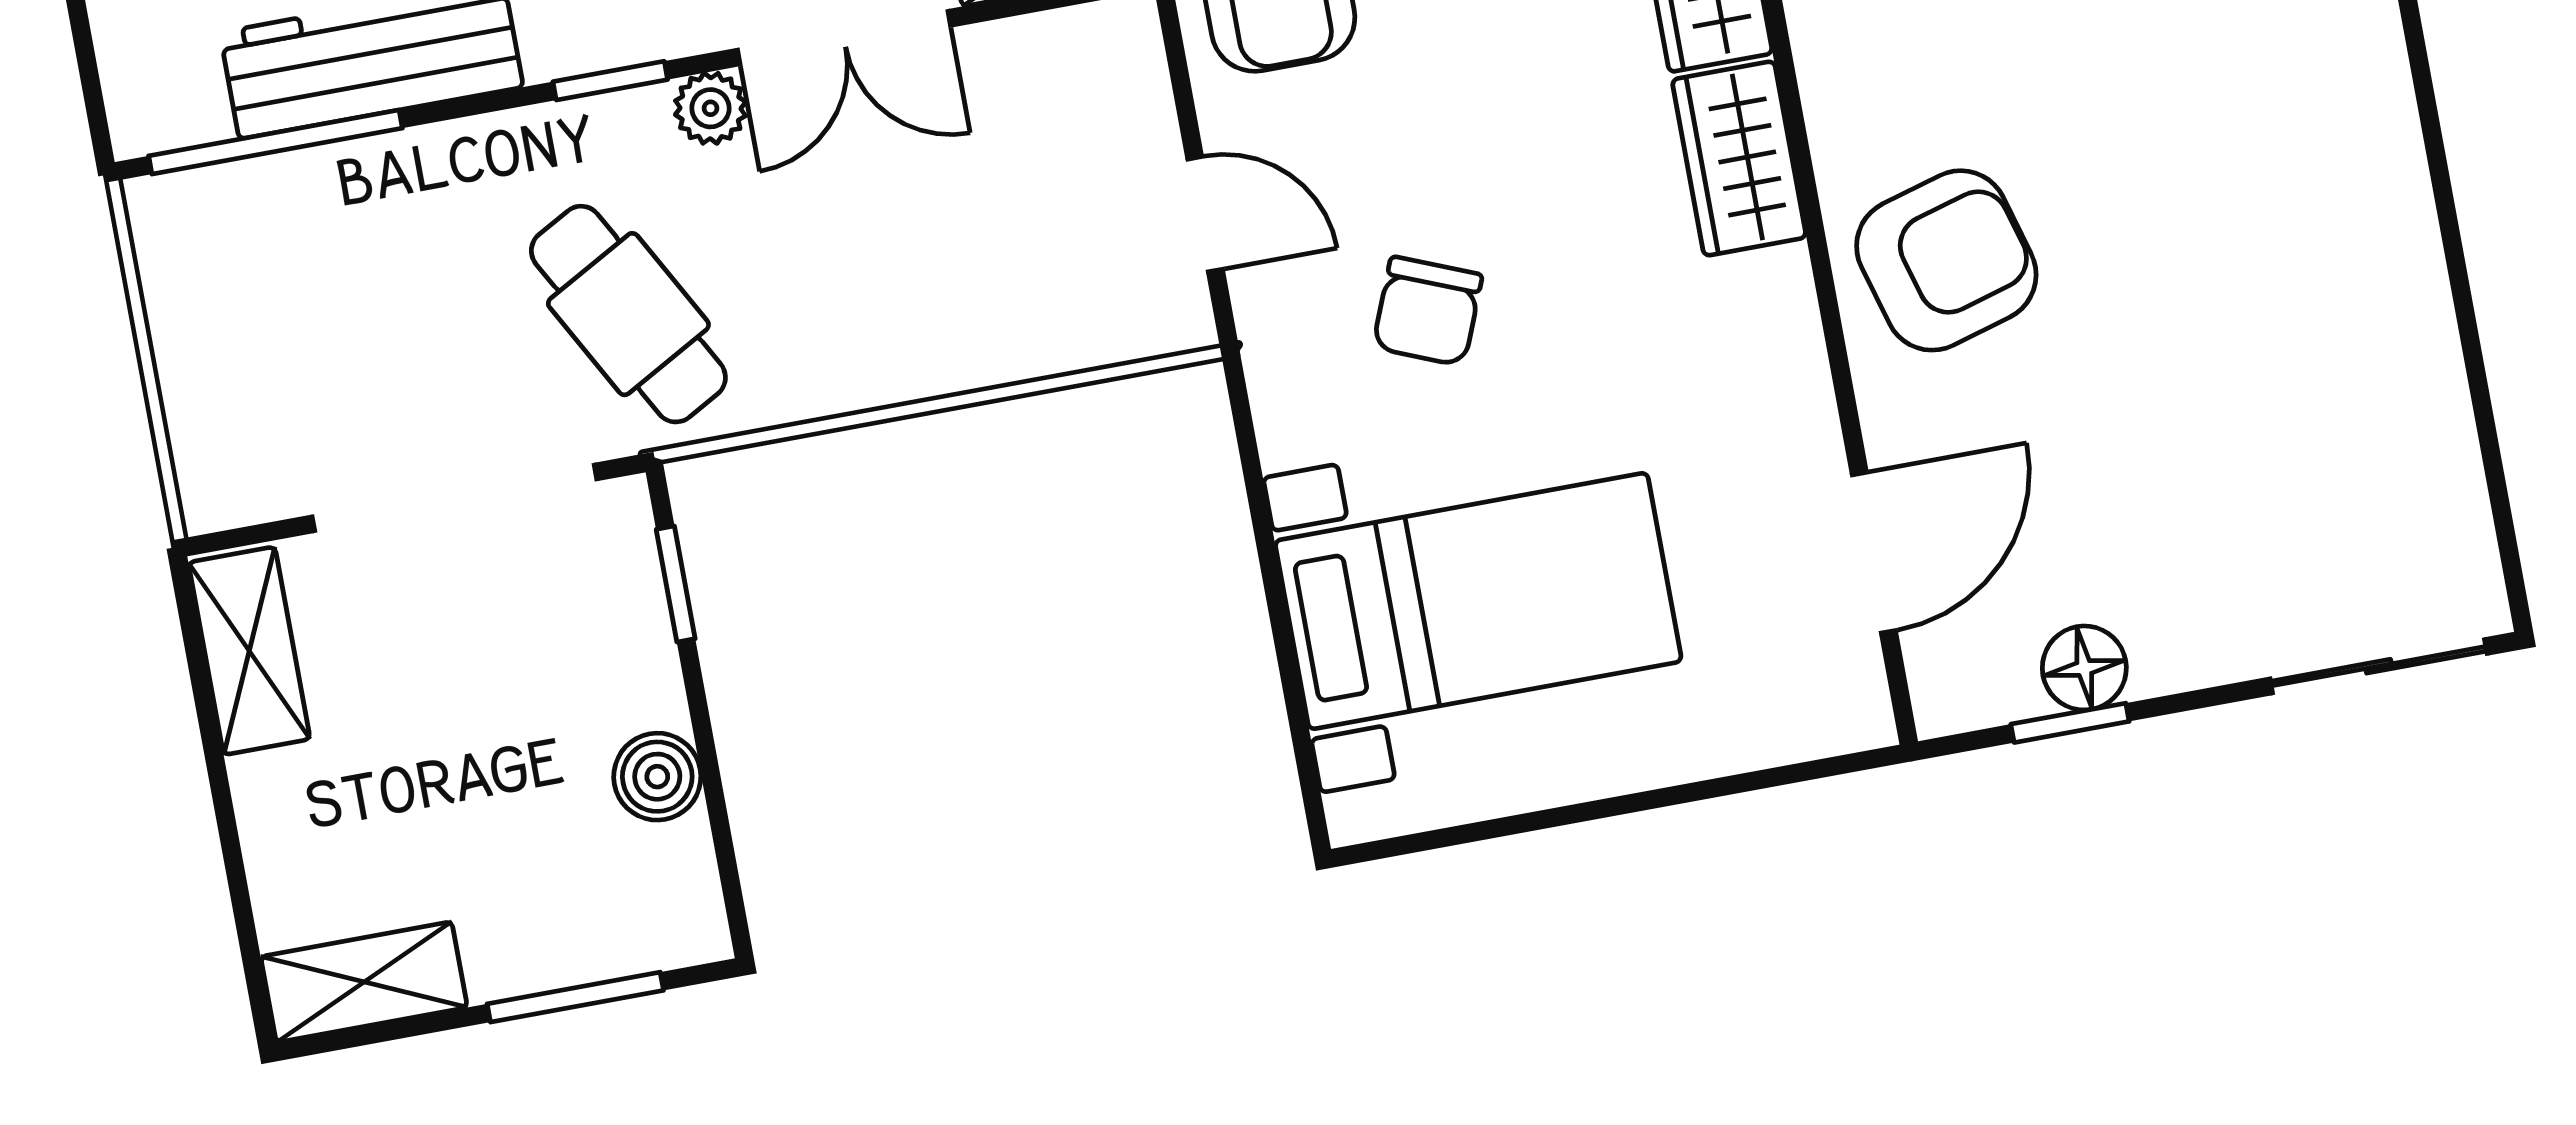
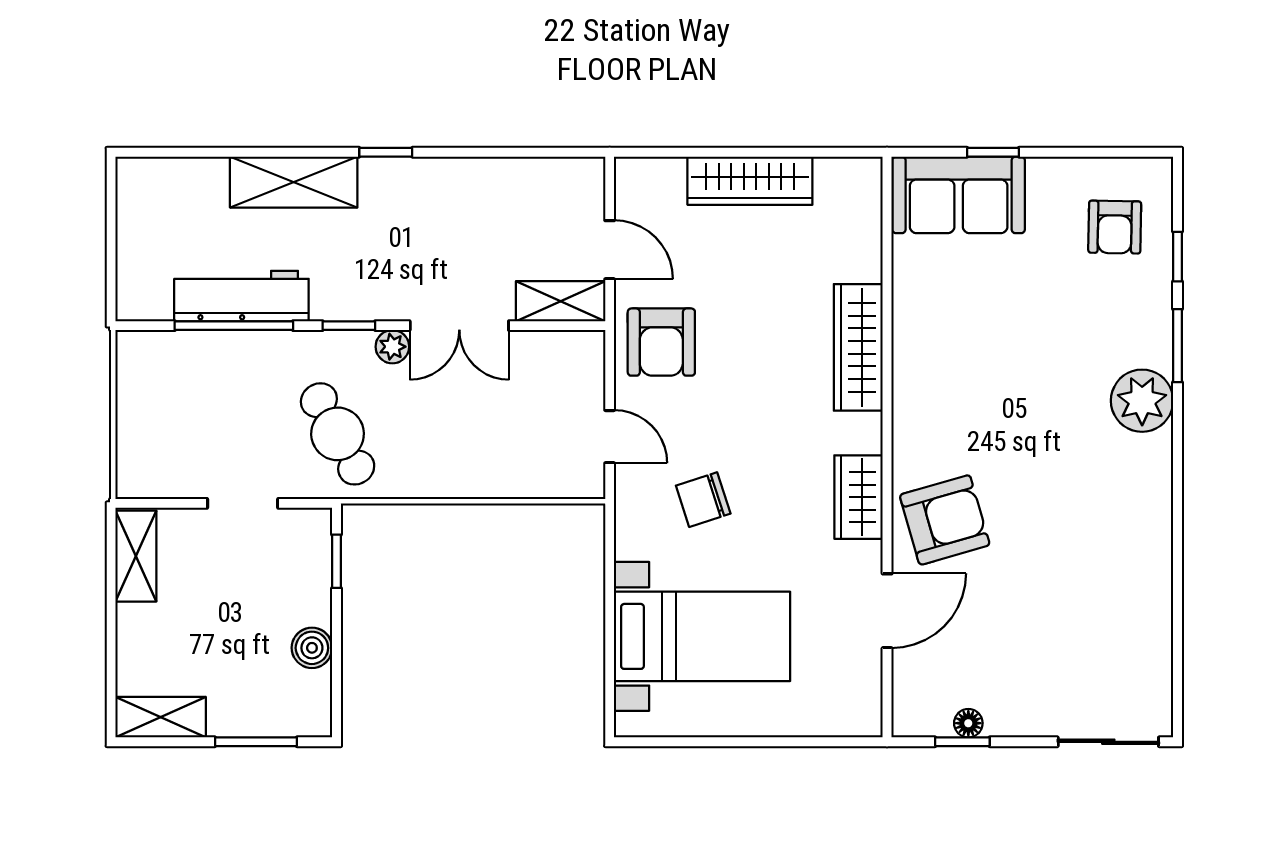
window: (276, 142) -> (234, 326), moved
wardrobe: (1739, 158) -> (859, 497), moved
chair: (1428, 311) -> (703, 500), turned 50
doorway: (454, 498) -> (243, 503), width x0.53
door: (1874, 553) -> (887, 611), moved
floor lamp: (2084, 668) -> (968, 723), width x0.73, depth x0.73

